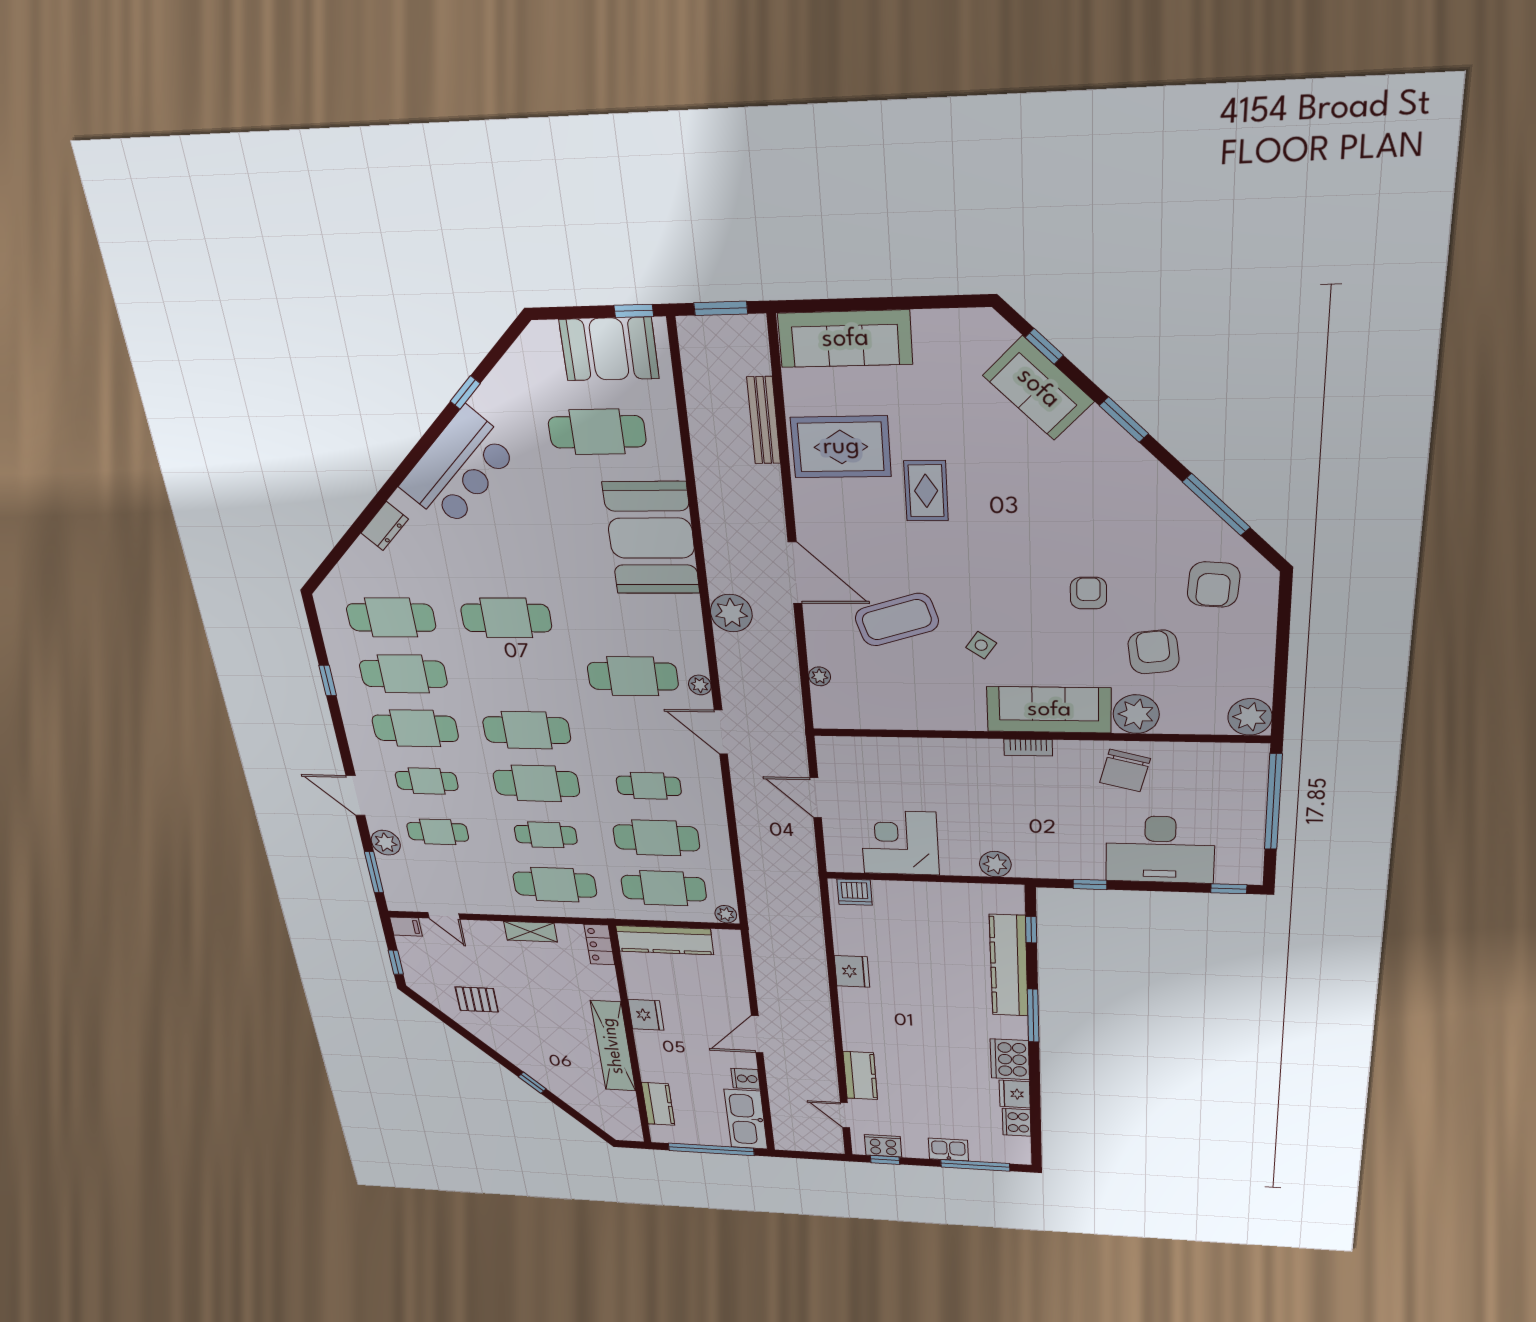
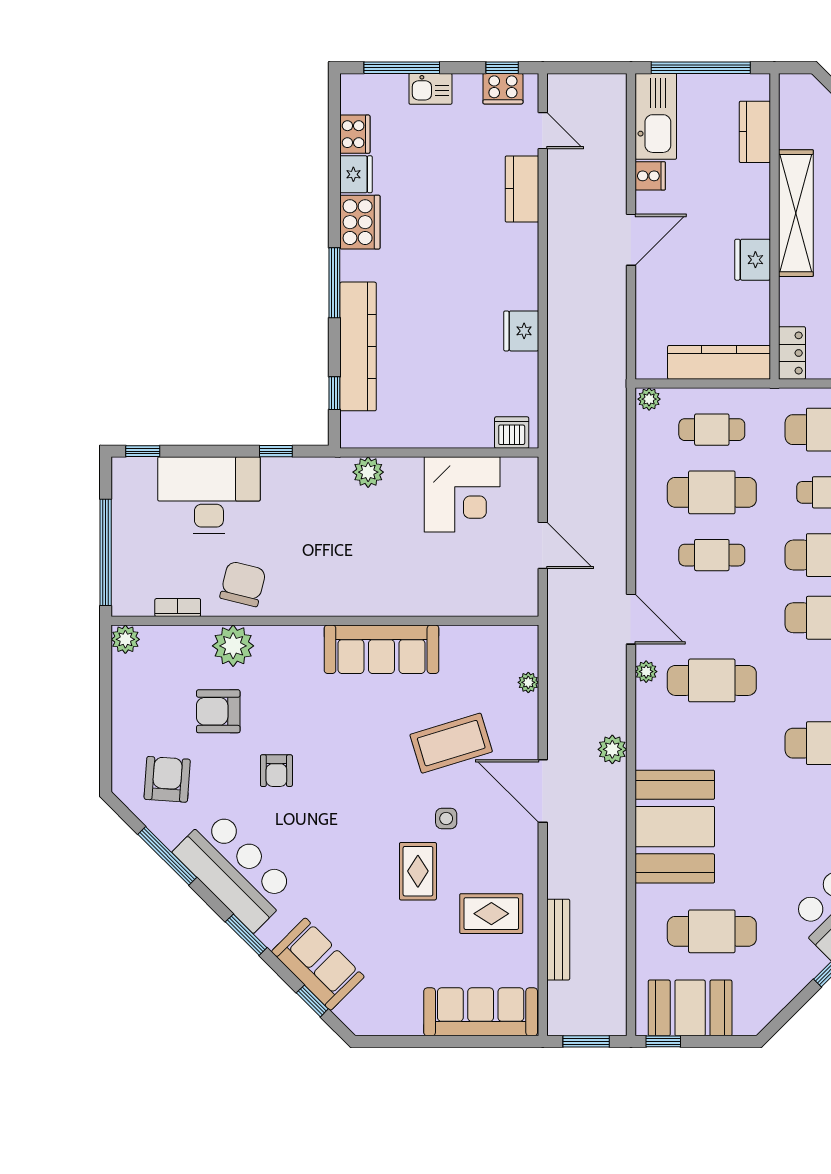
rug: (841, 447) -> (491, 914), width x0.73, depth x0.70
bar counter: (1137, 490) -> (235, 870), added
plant: (731, 613) -> (612, 749), width x0.73, depth x0.73
side table: (981, 645) -> (446, 818), moved, turned -35
armchair: (1154, 652) -> (218, 711), turned 97
sofa: (1049, 710) -> (381, 649), moved
plant: (1250, 717) -> (125, 639), width x0.73, depth x0.73
bookcase: (1028, 748) -> (178, 608), moved
cafe table: (664, 888) -> (712, 430), width x0.73, depth x0.74

